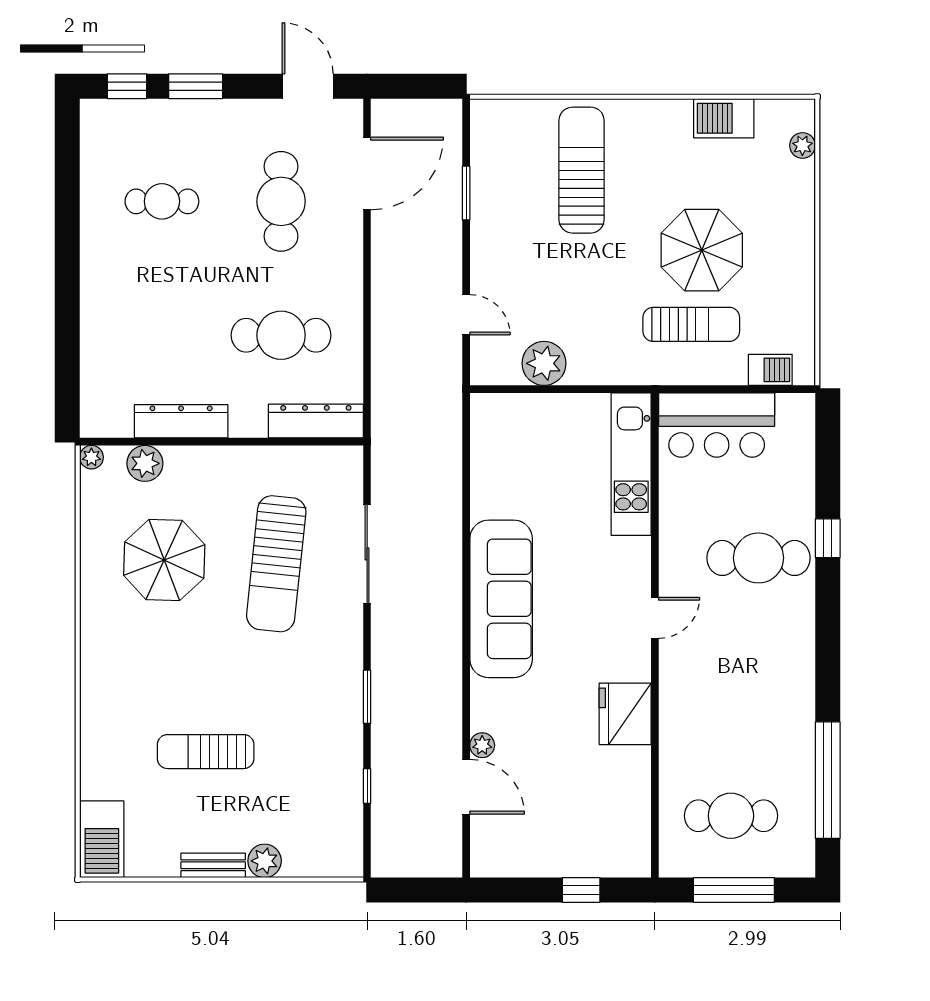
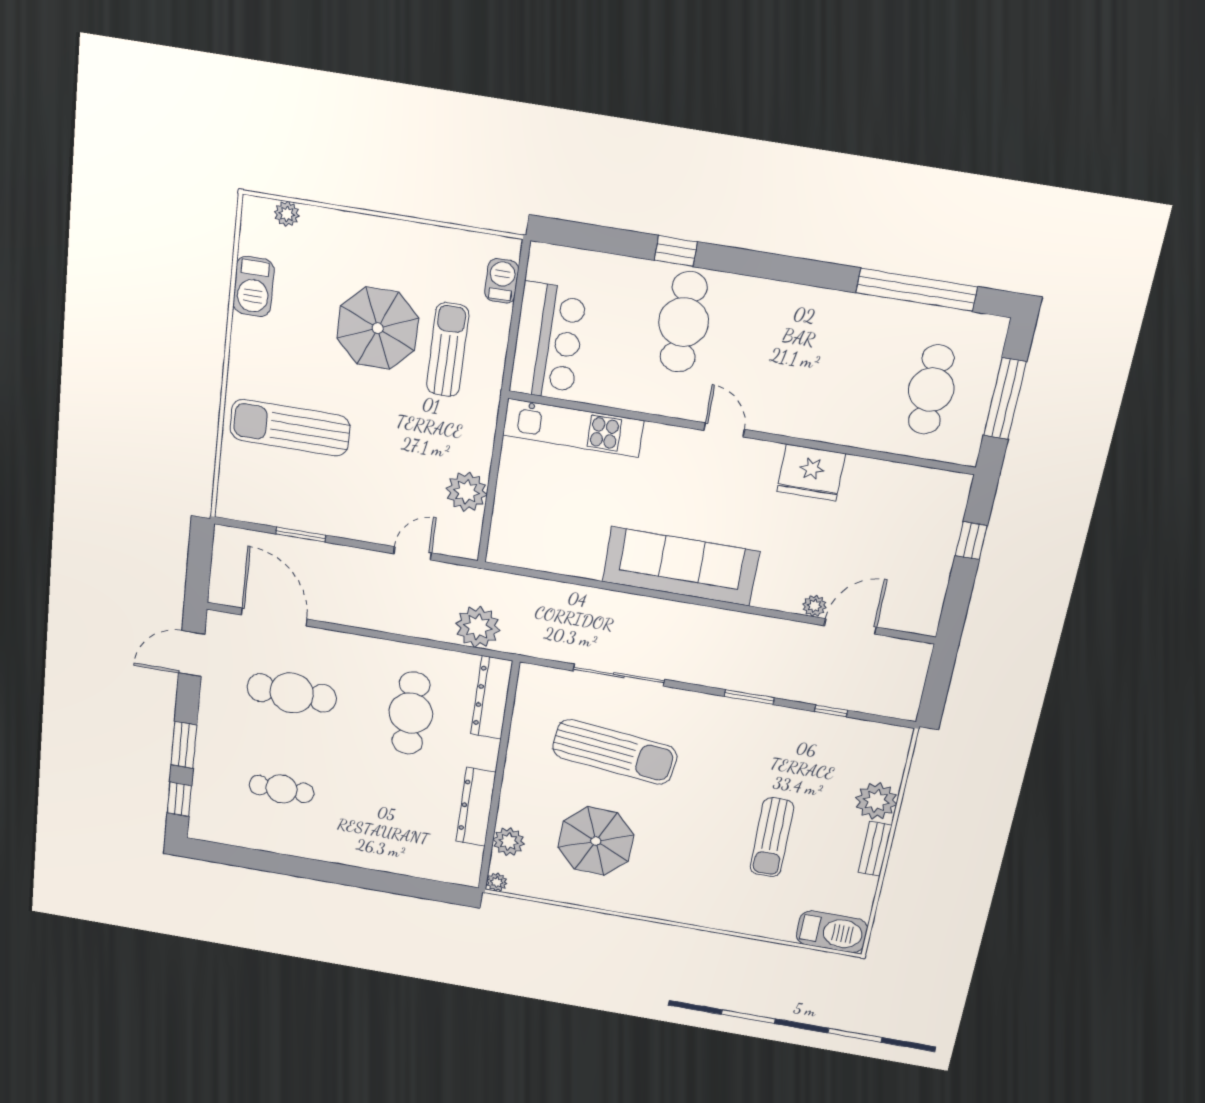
cafe table: (162, 201) -> (282, 789), turned 90
plant: (395, 395) -> (478, 627), added
plant: (265, 861) -> (876, 801), width x1.36, depth x1.36

